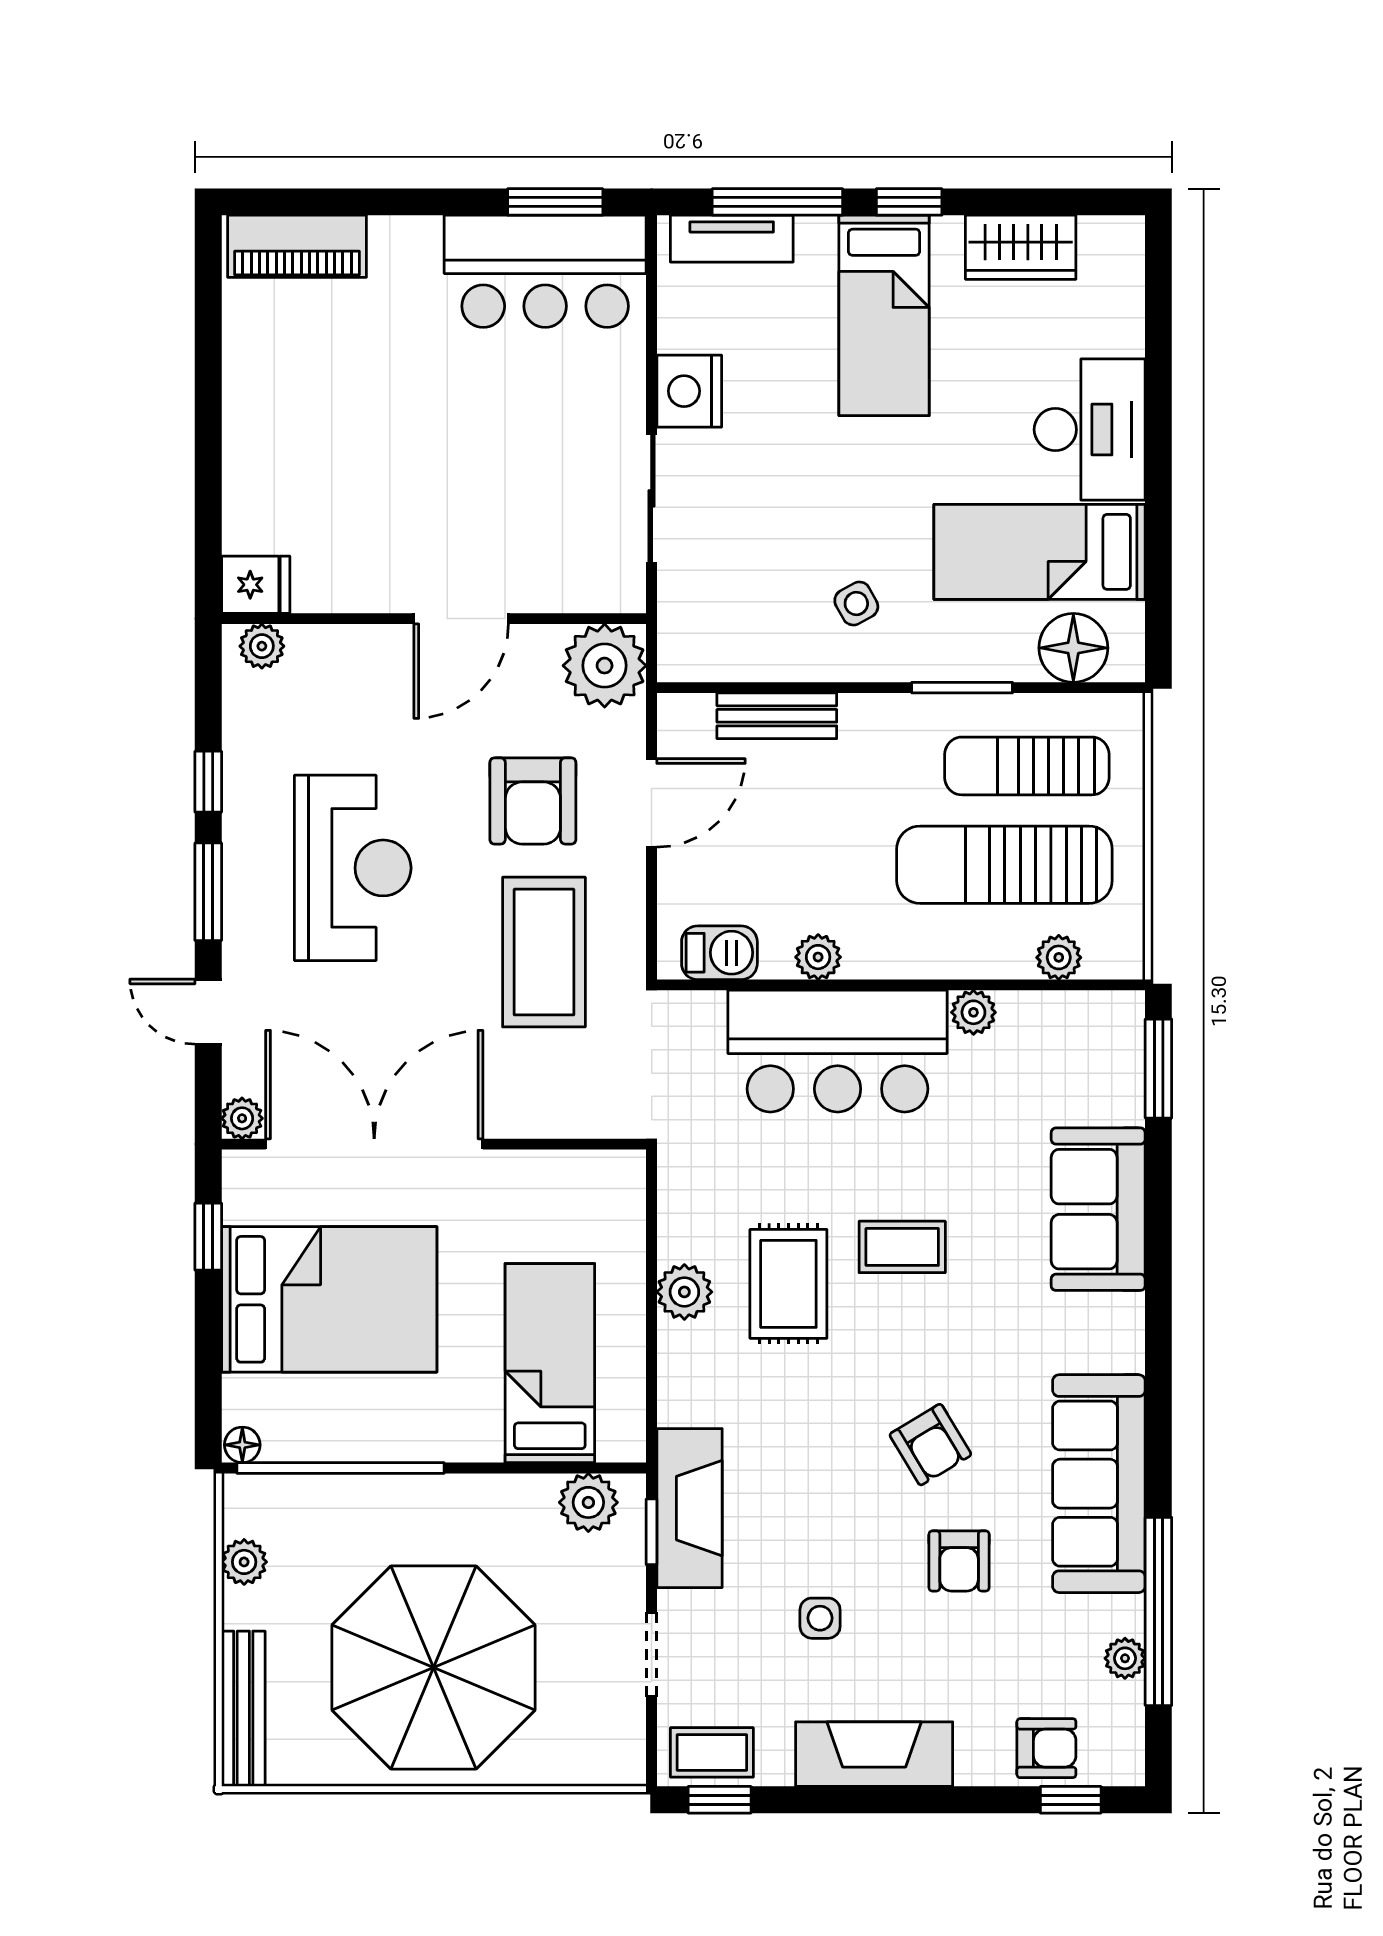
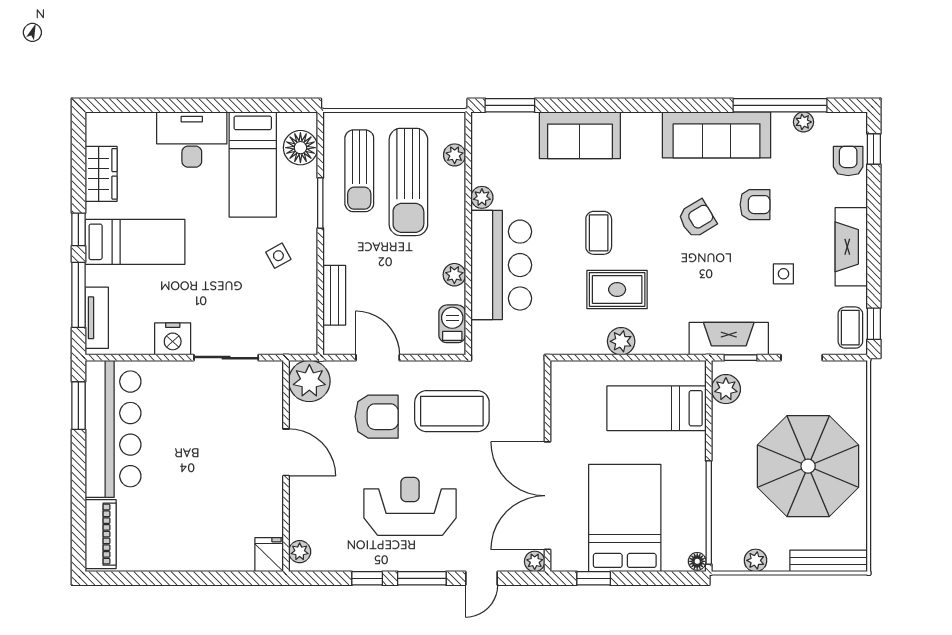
bar counter: (545, 271) -> (113, 429), width x1.36

